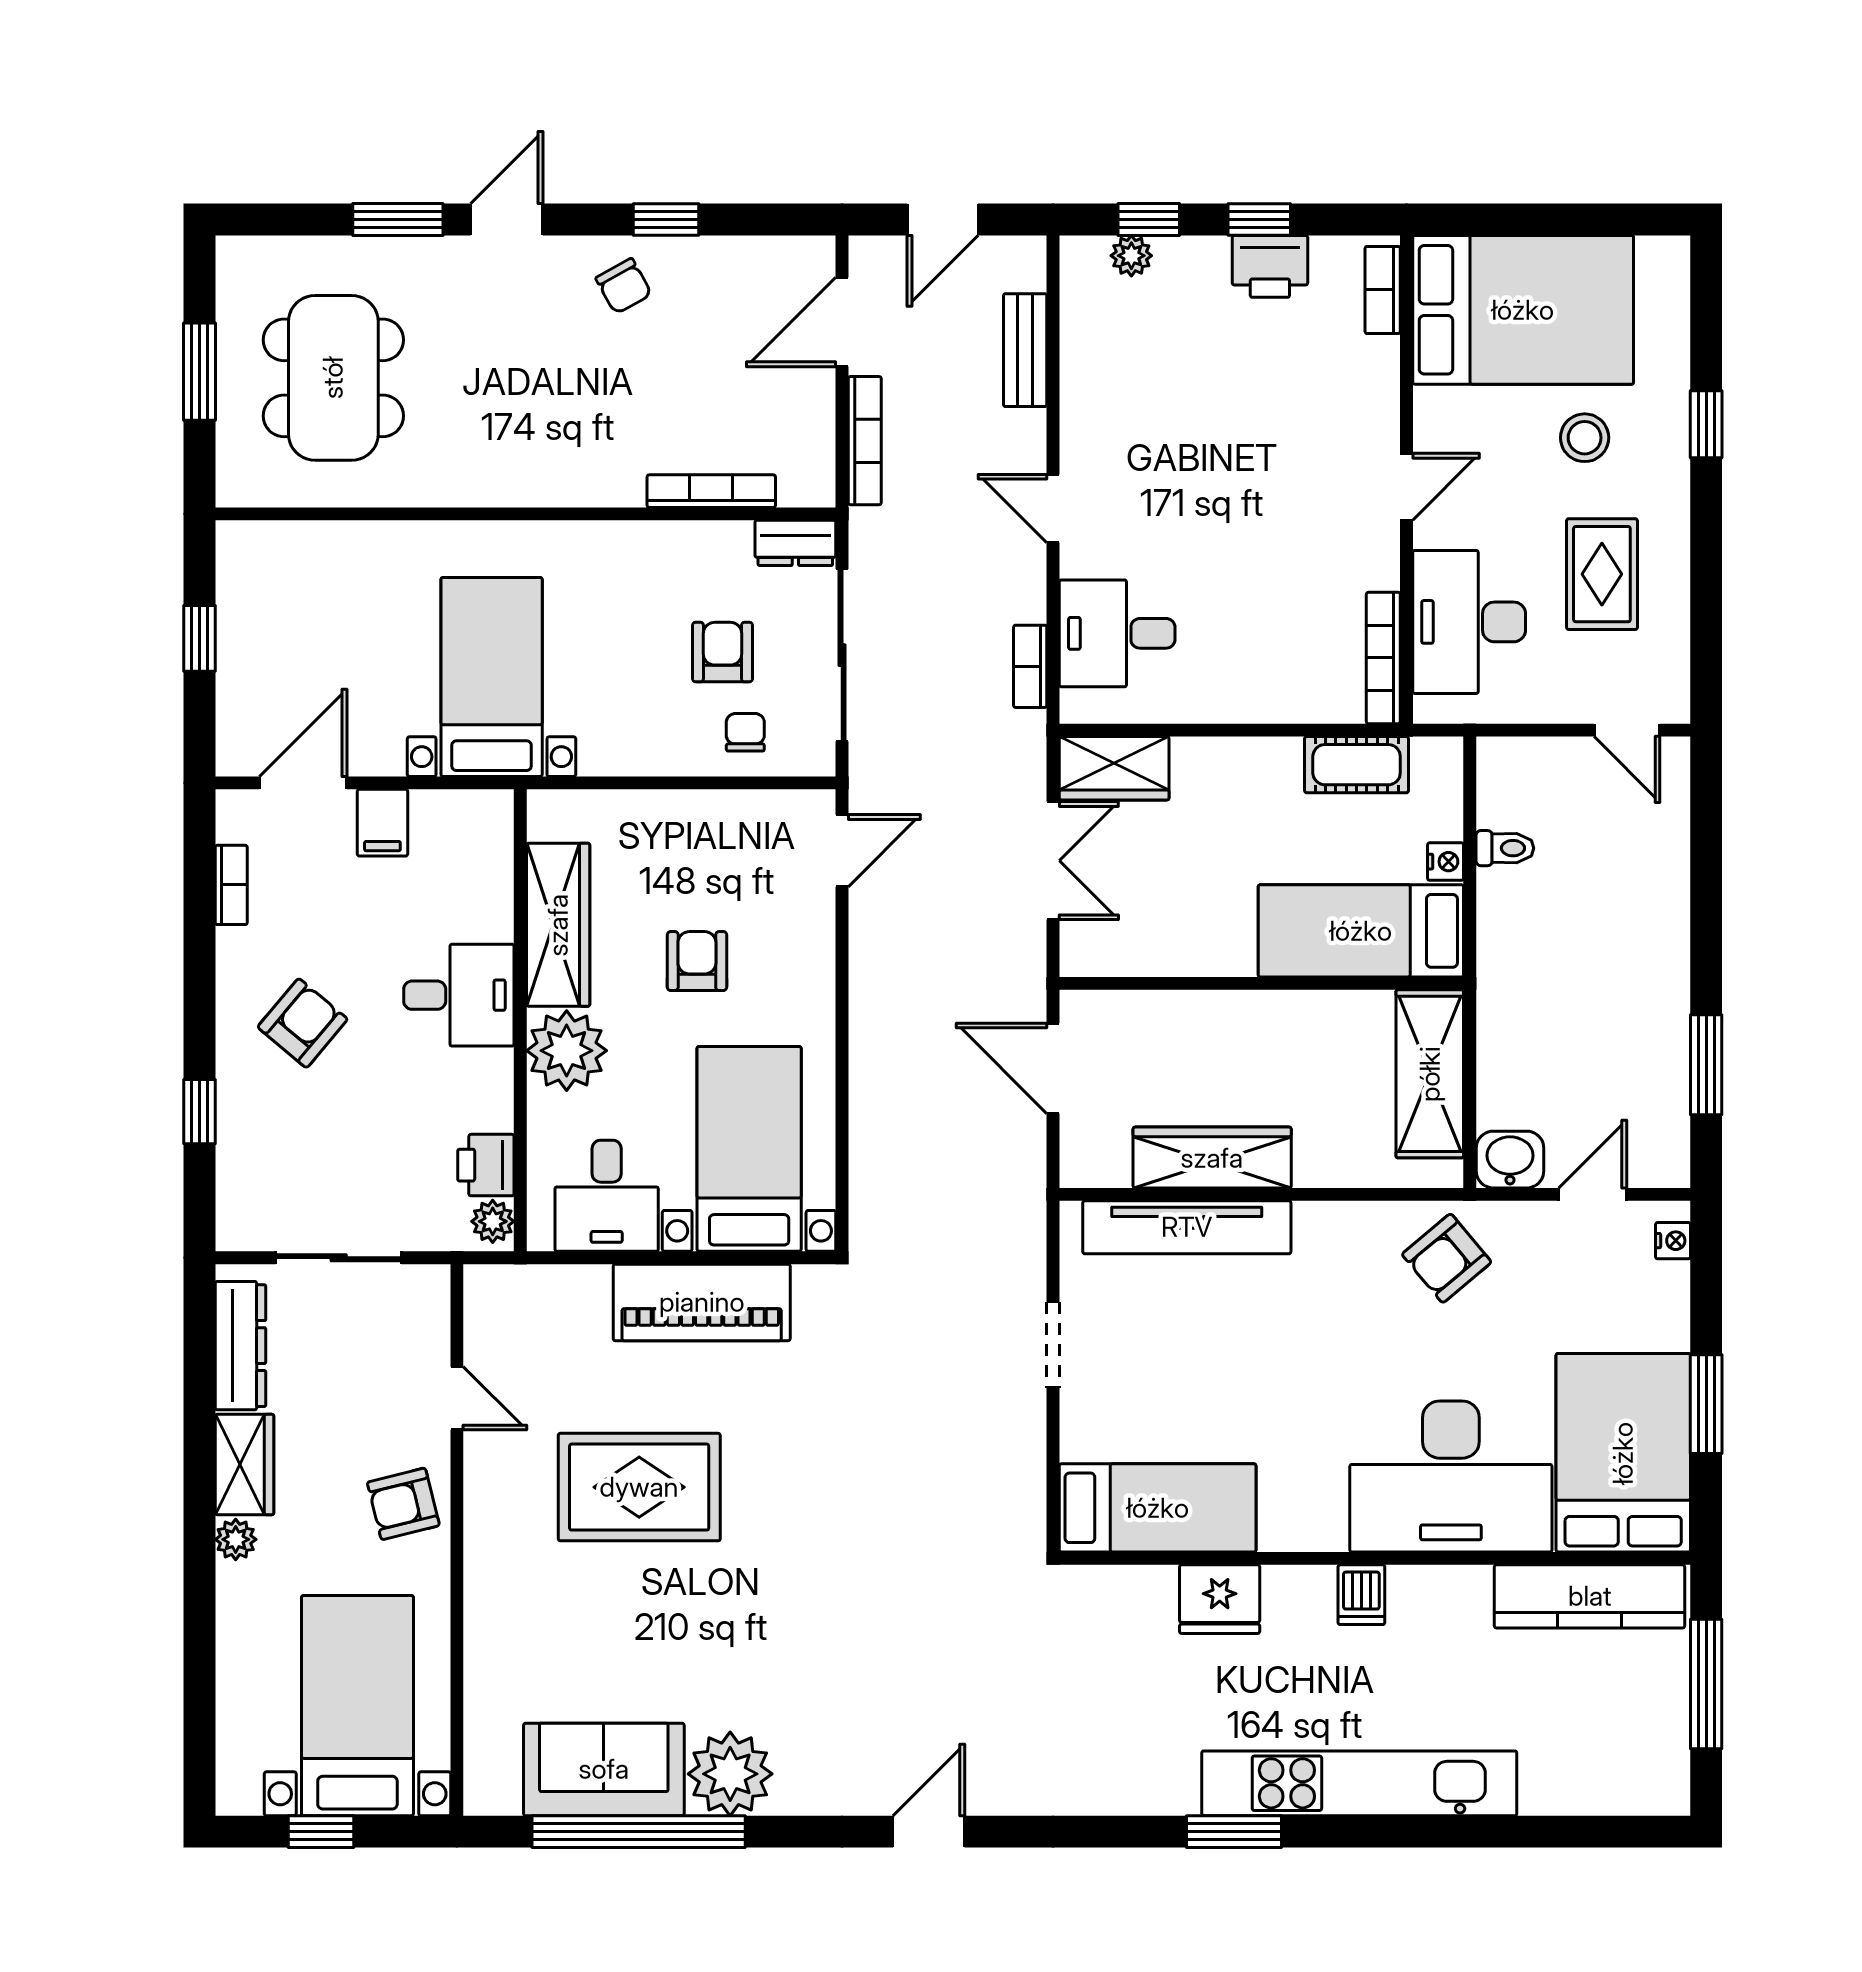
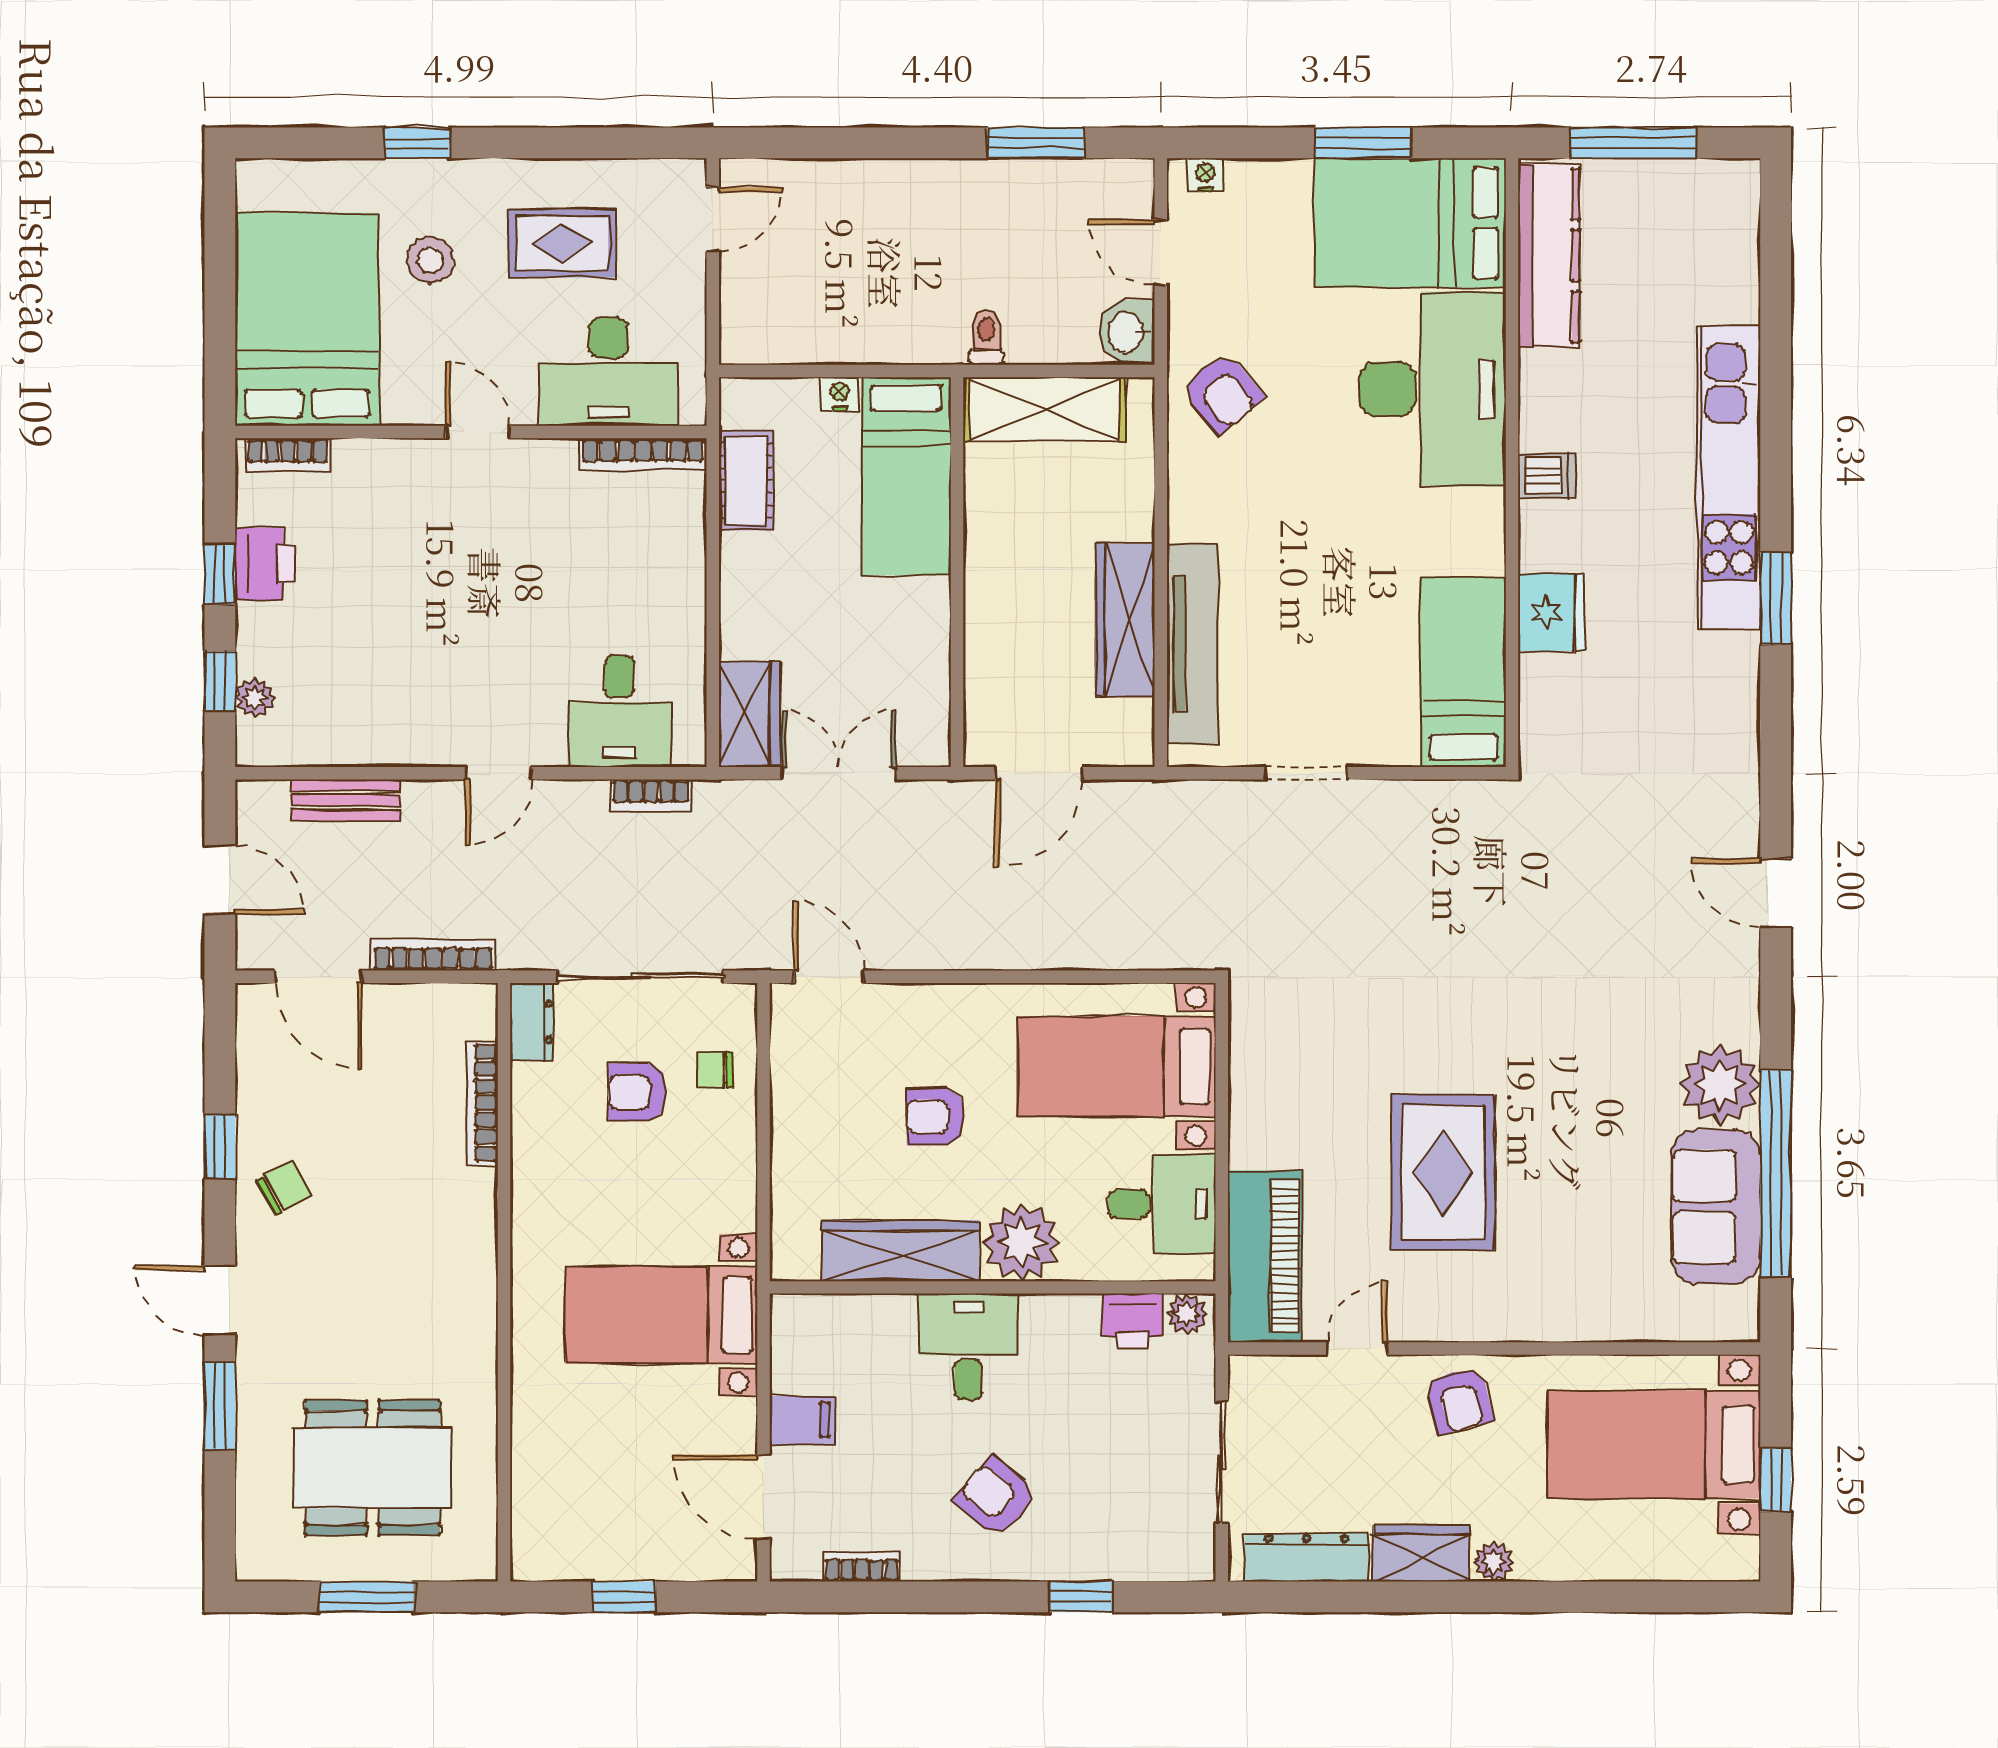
toilet: (1505, 848) -> (986, 337), moved
piano: (702, 1302) -> (1265, 1256), moved

